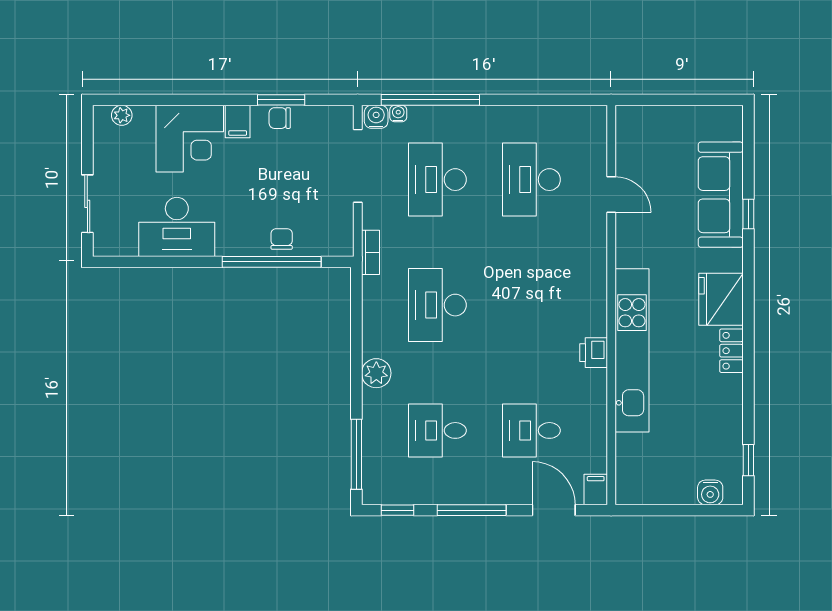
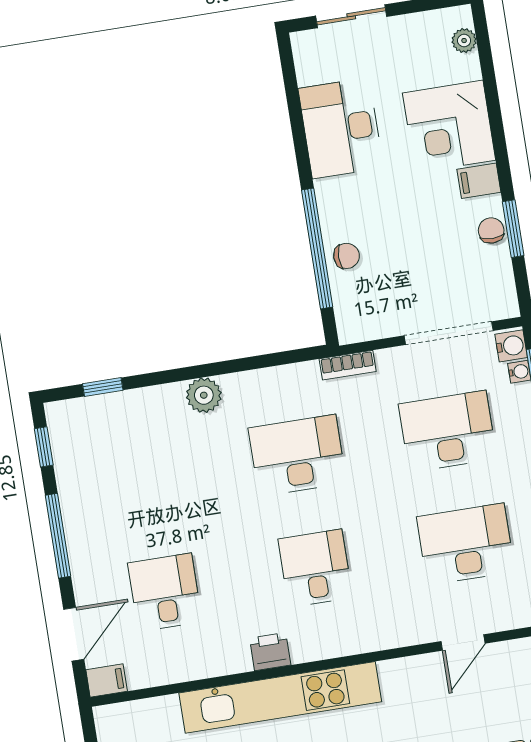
desk: (437, 430) -> (315, 568), moved
window: (356, 454) -> (103, 387), width x0.46

